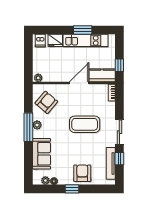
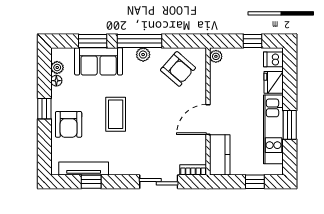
window: (28, 54) -> (252, 41), added
window: (119, 65) -> (255, 182), moved
door: (79, 83) -> (208, 120), swing flipped
coffee table: (85, 124) -> (116, 114), moved, width x0.73, depth x0.76
sliding door: (119, 132) -> (159, 182), moved
window: (28, 158) -> (93, 41), added
armchair: (82, 173) -> (69, 124), turned 90

